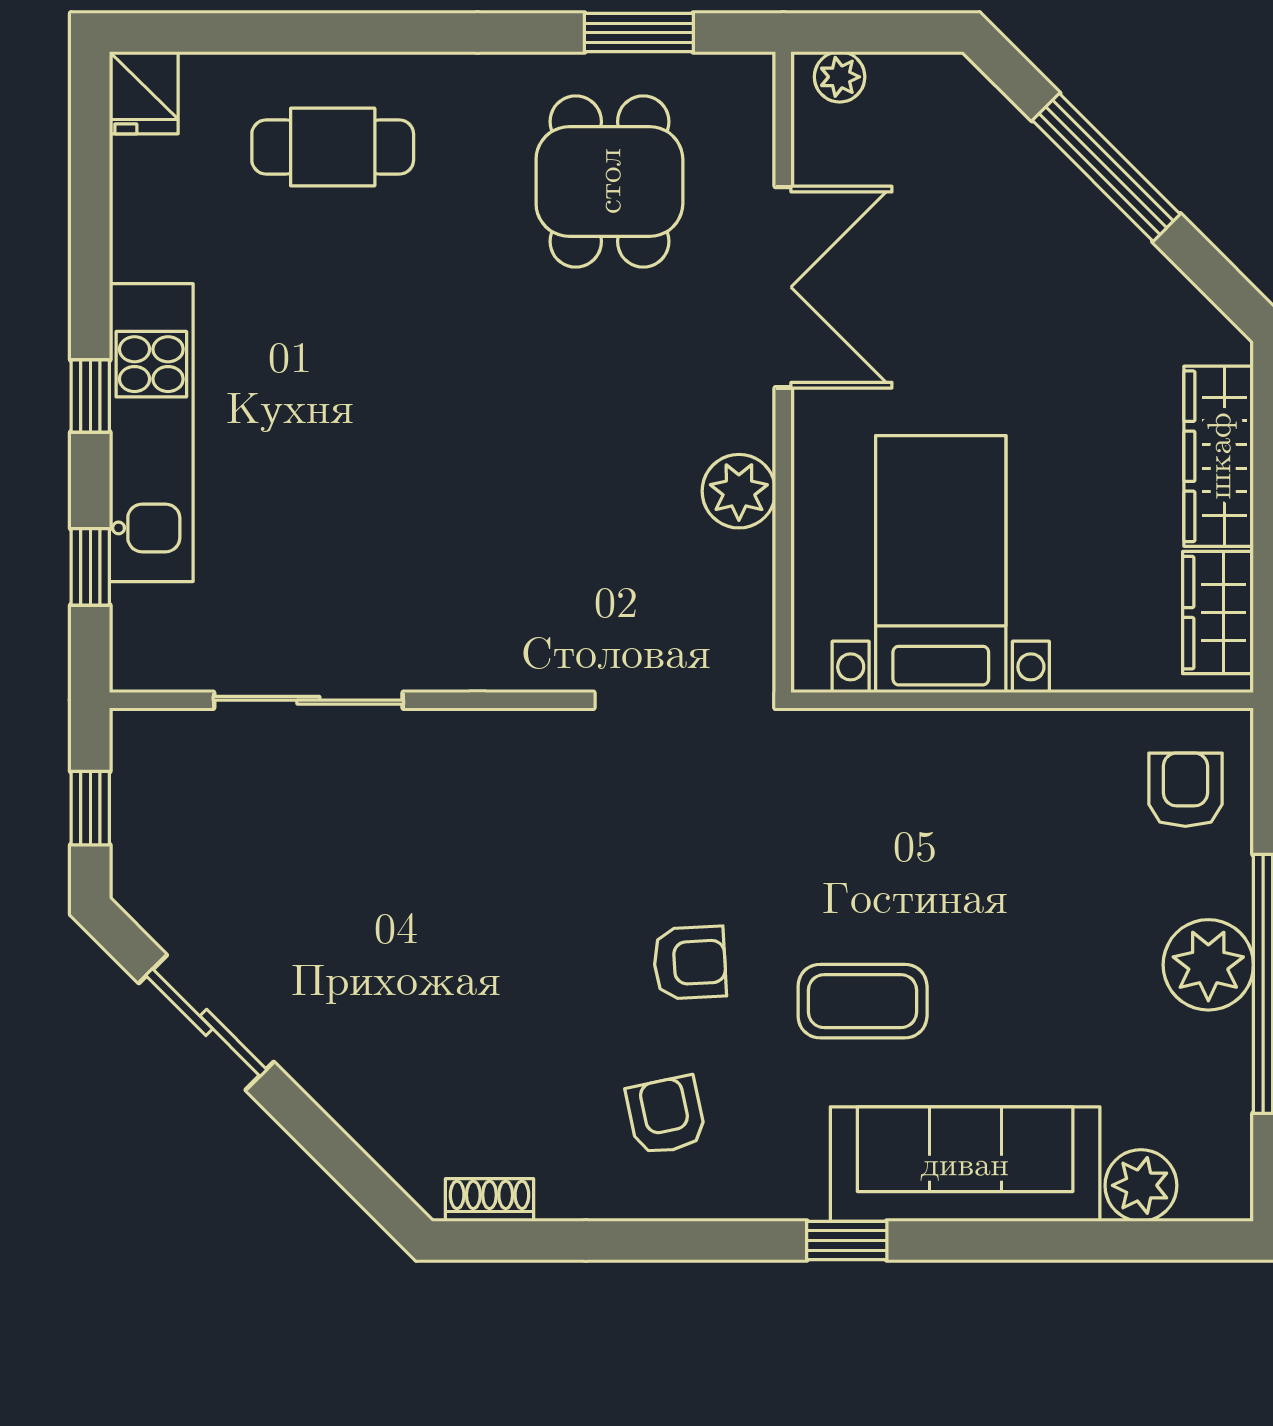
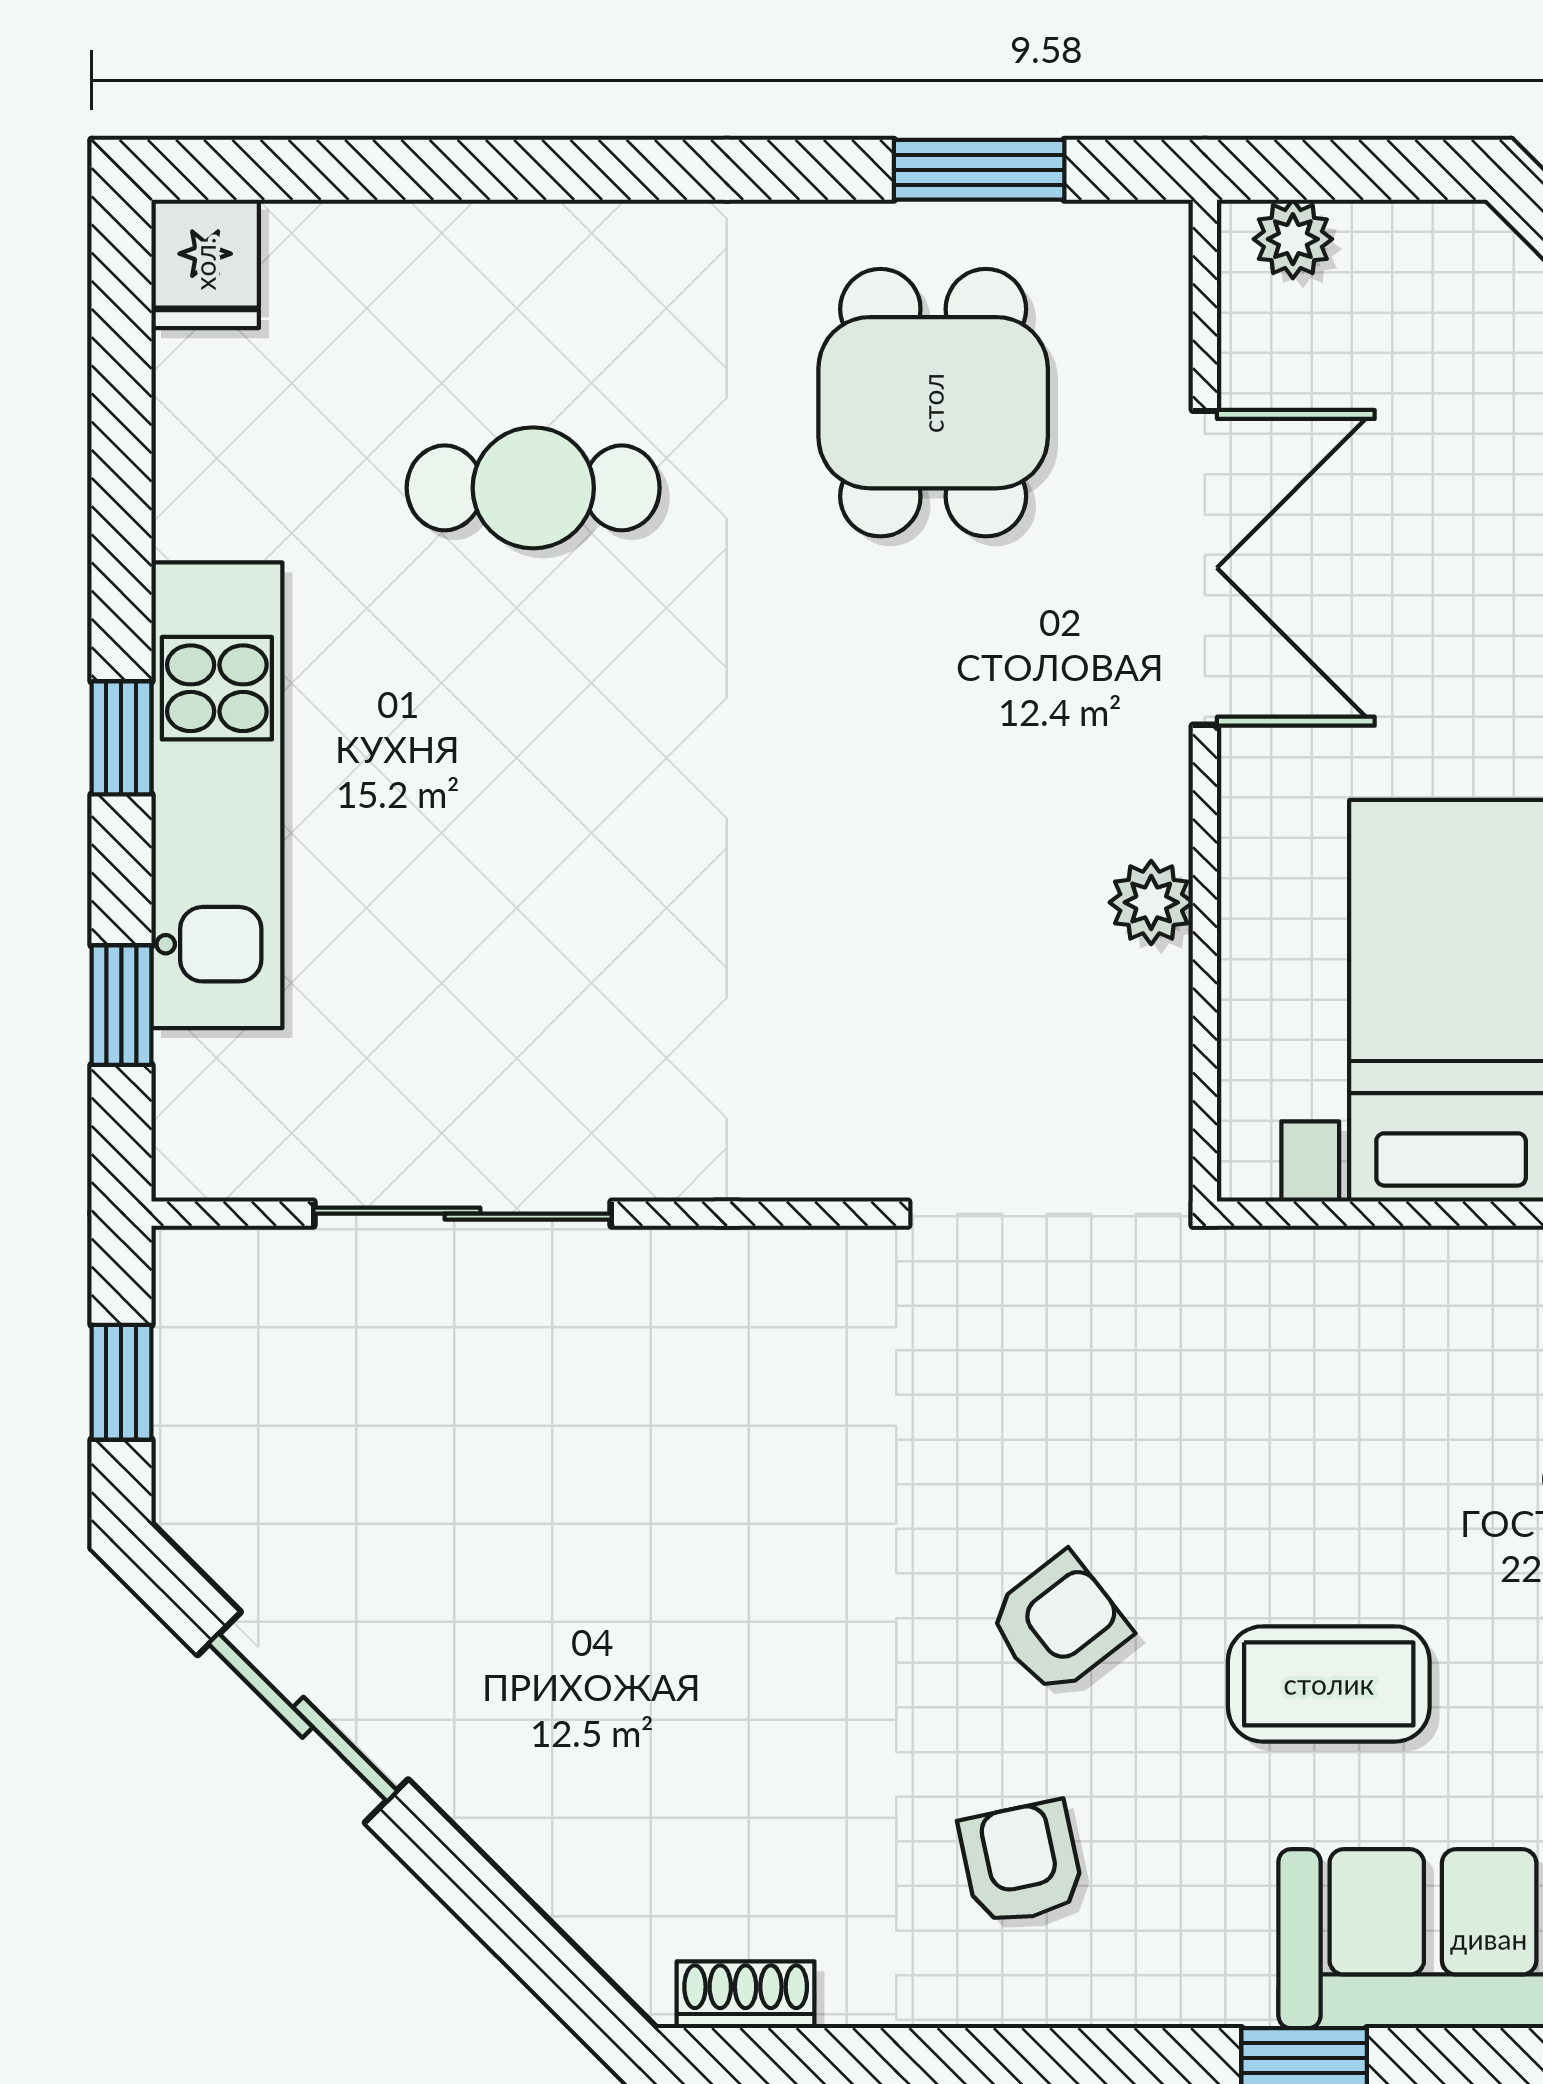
cafe table: (333, 147) -> (533, 488), moved
plant: (739, 491) -> (1151, 902), width x0.73, depth x0.73
armchair: (690, 963) -> (1059, 1624), turned -35

